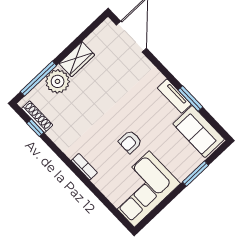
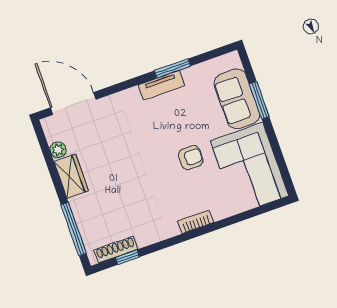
plant: (58, 81) -> (58, 150), moved, width x0.53, depth x0.53
sofa: (199, 132) -> (237, 99), moved, turned 90
armchair: (130, 142) -> (191, 158), turned -90

